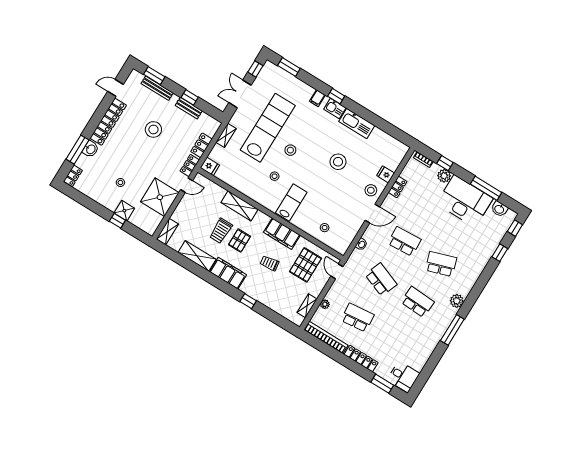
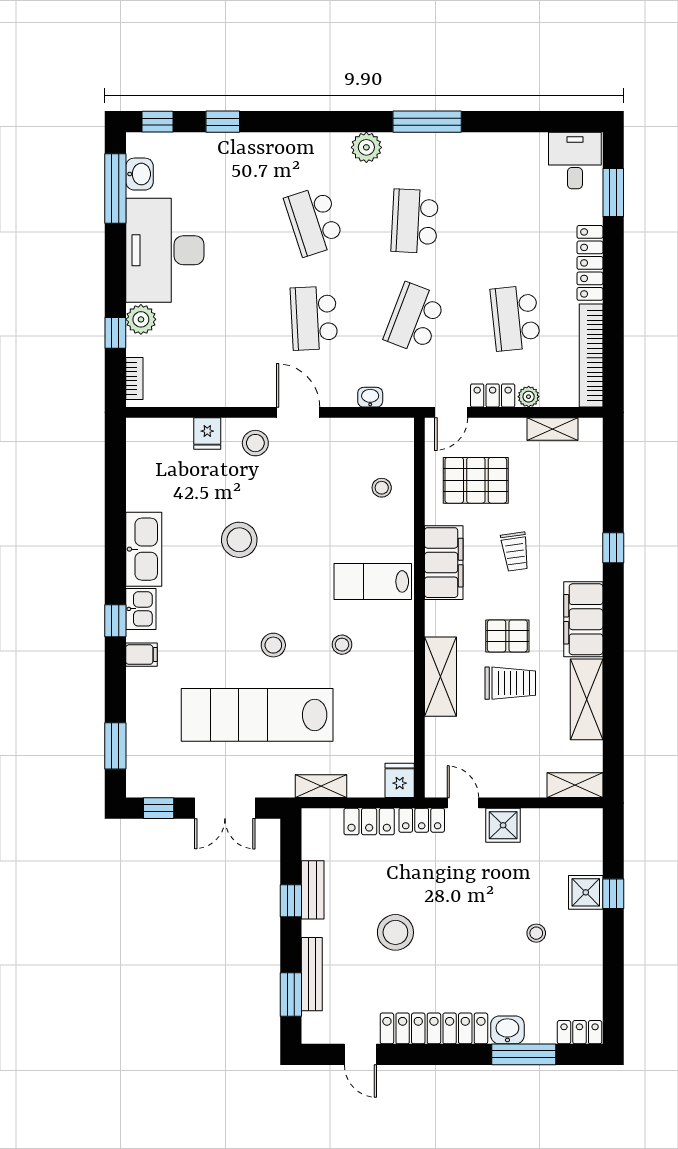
locker: (398, 187) -> (493, 395), moved
window: (486, 188) -> (115, 188), moved
shower: (160, 197) -> (503, 825), width x0.54, depth x0.54

